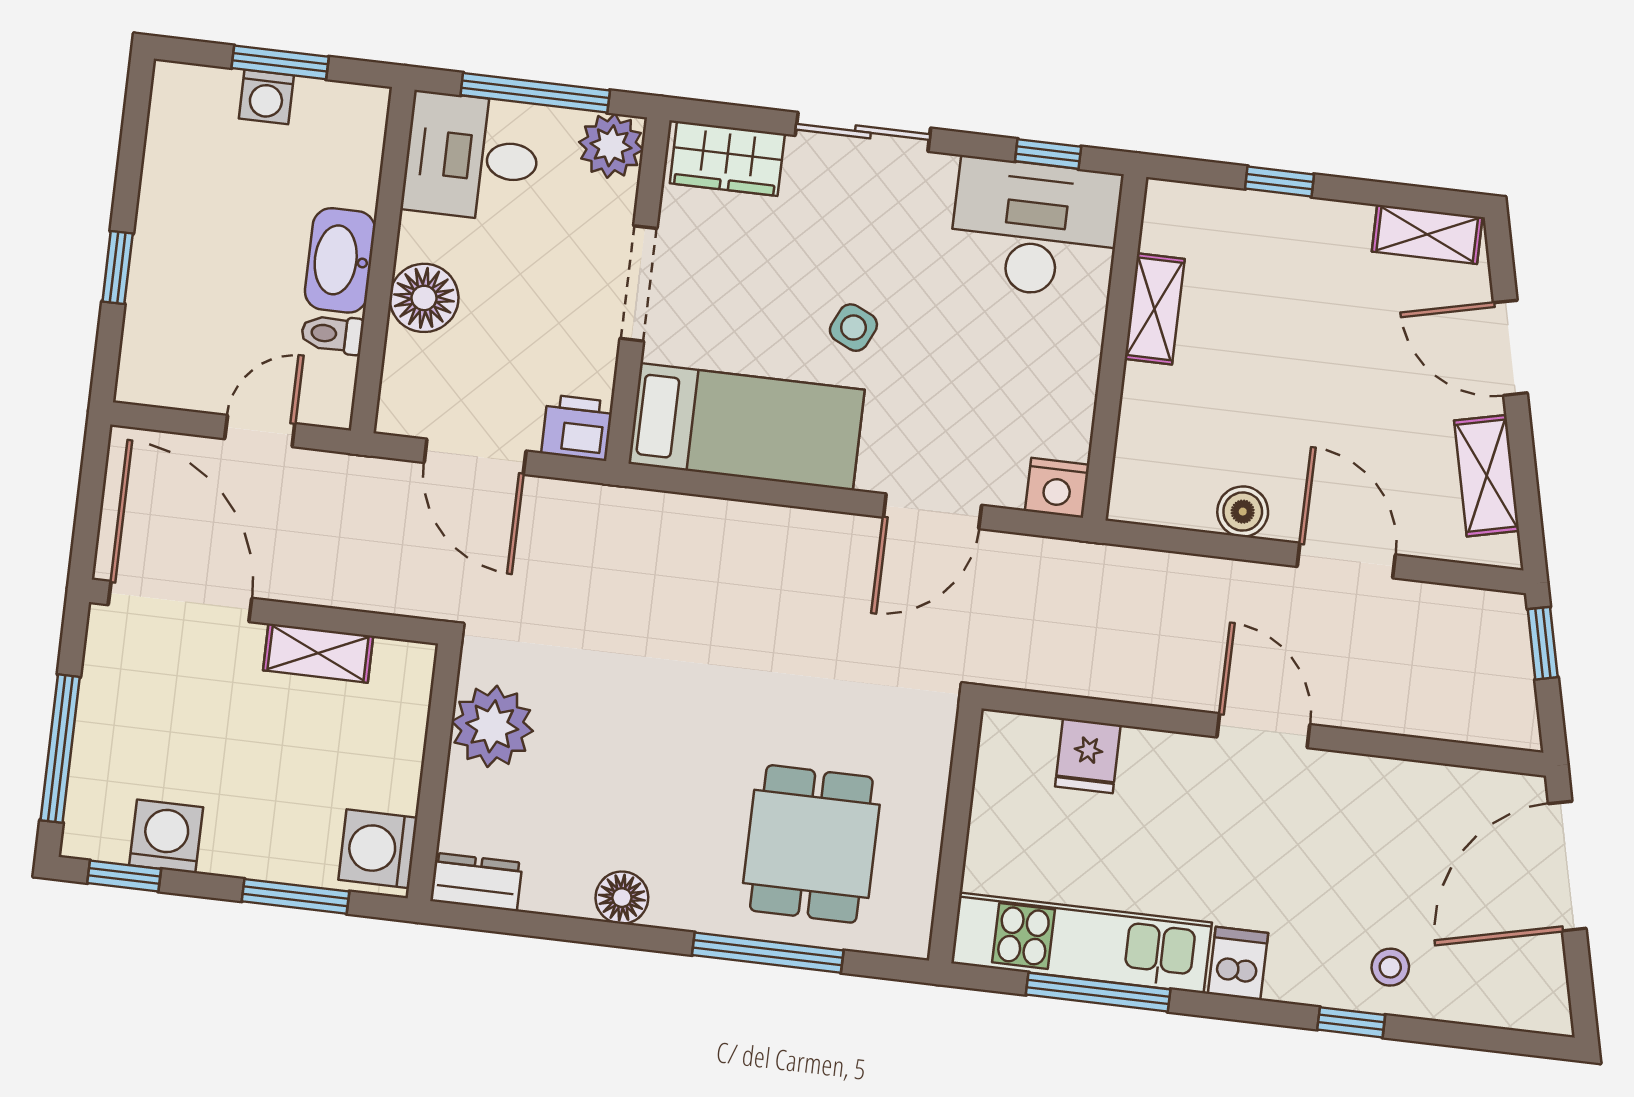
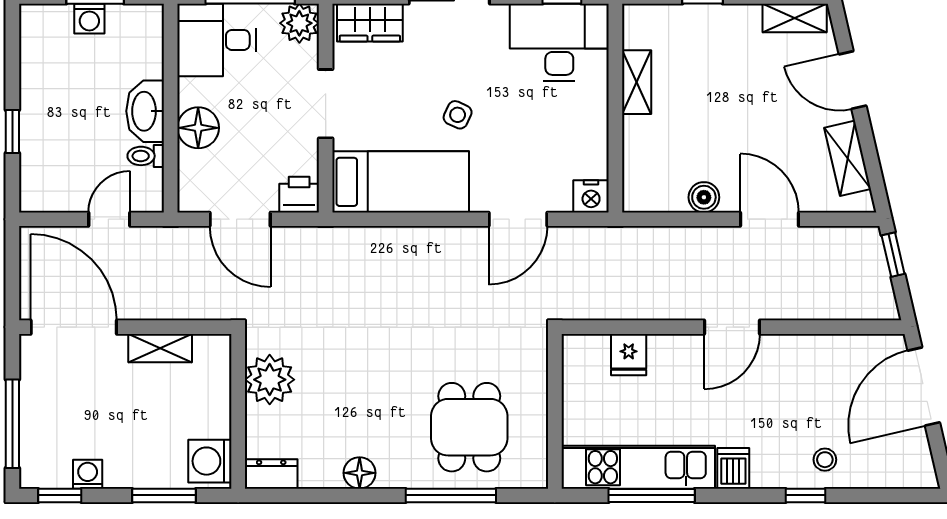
door: (1263, 731) -> (732, 327), swing flipped
washing machine: (166, 836) -> (88, 474), width x0.73, depth x0.73

